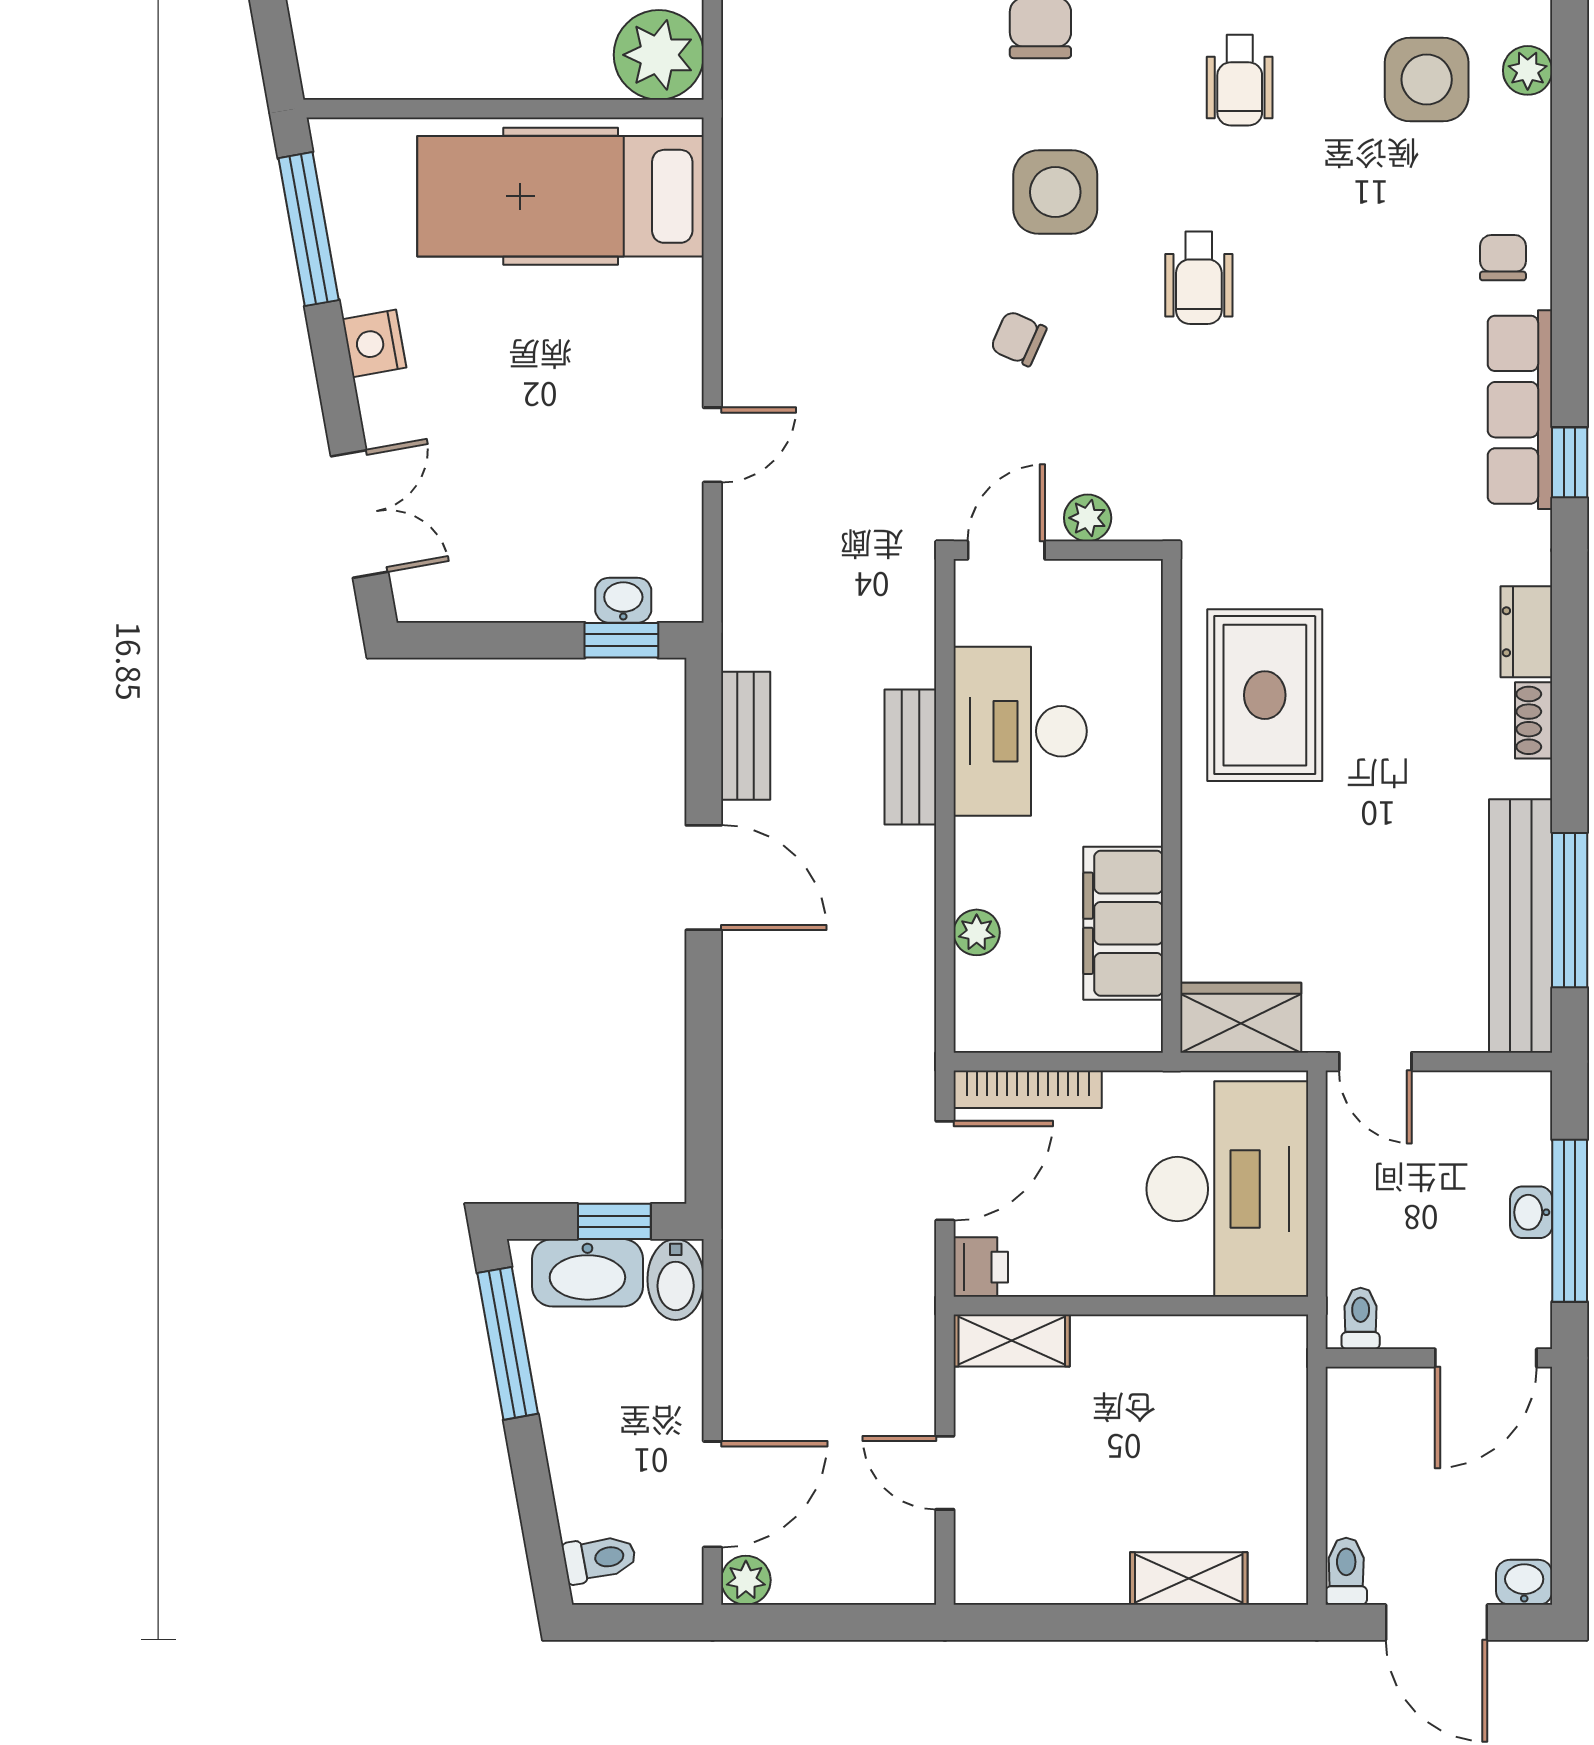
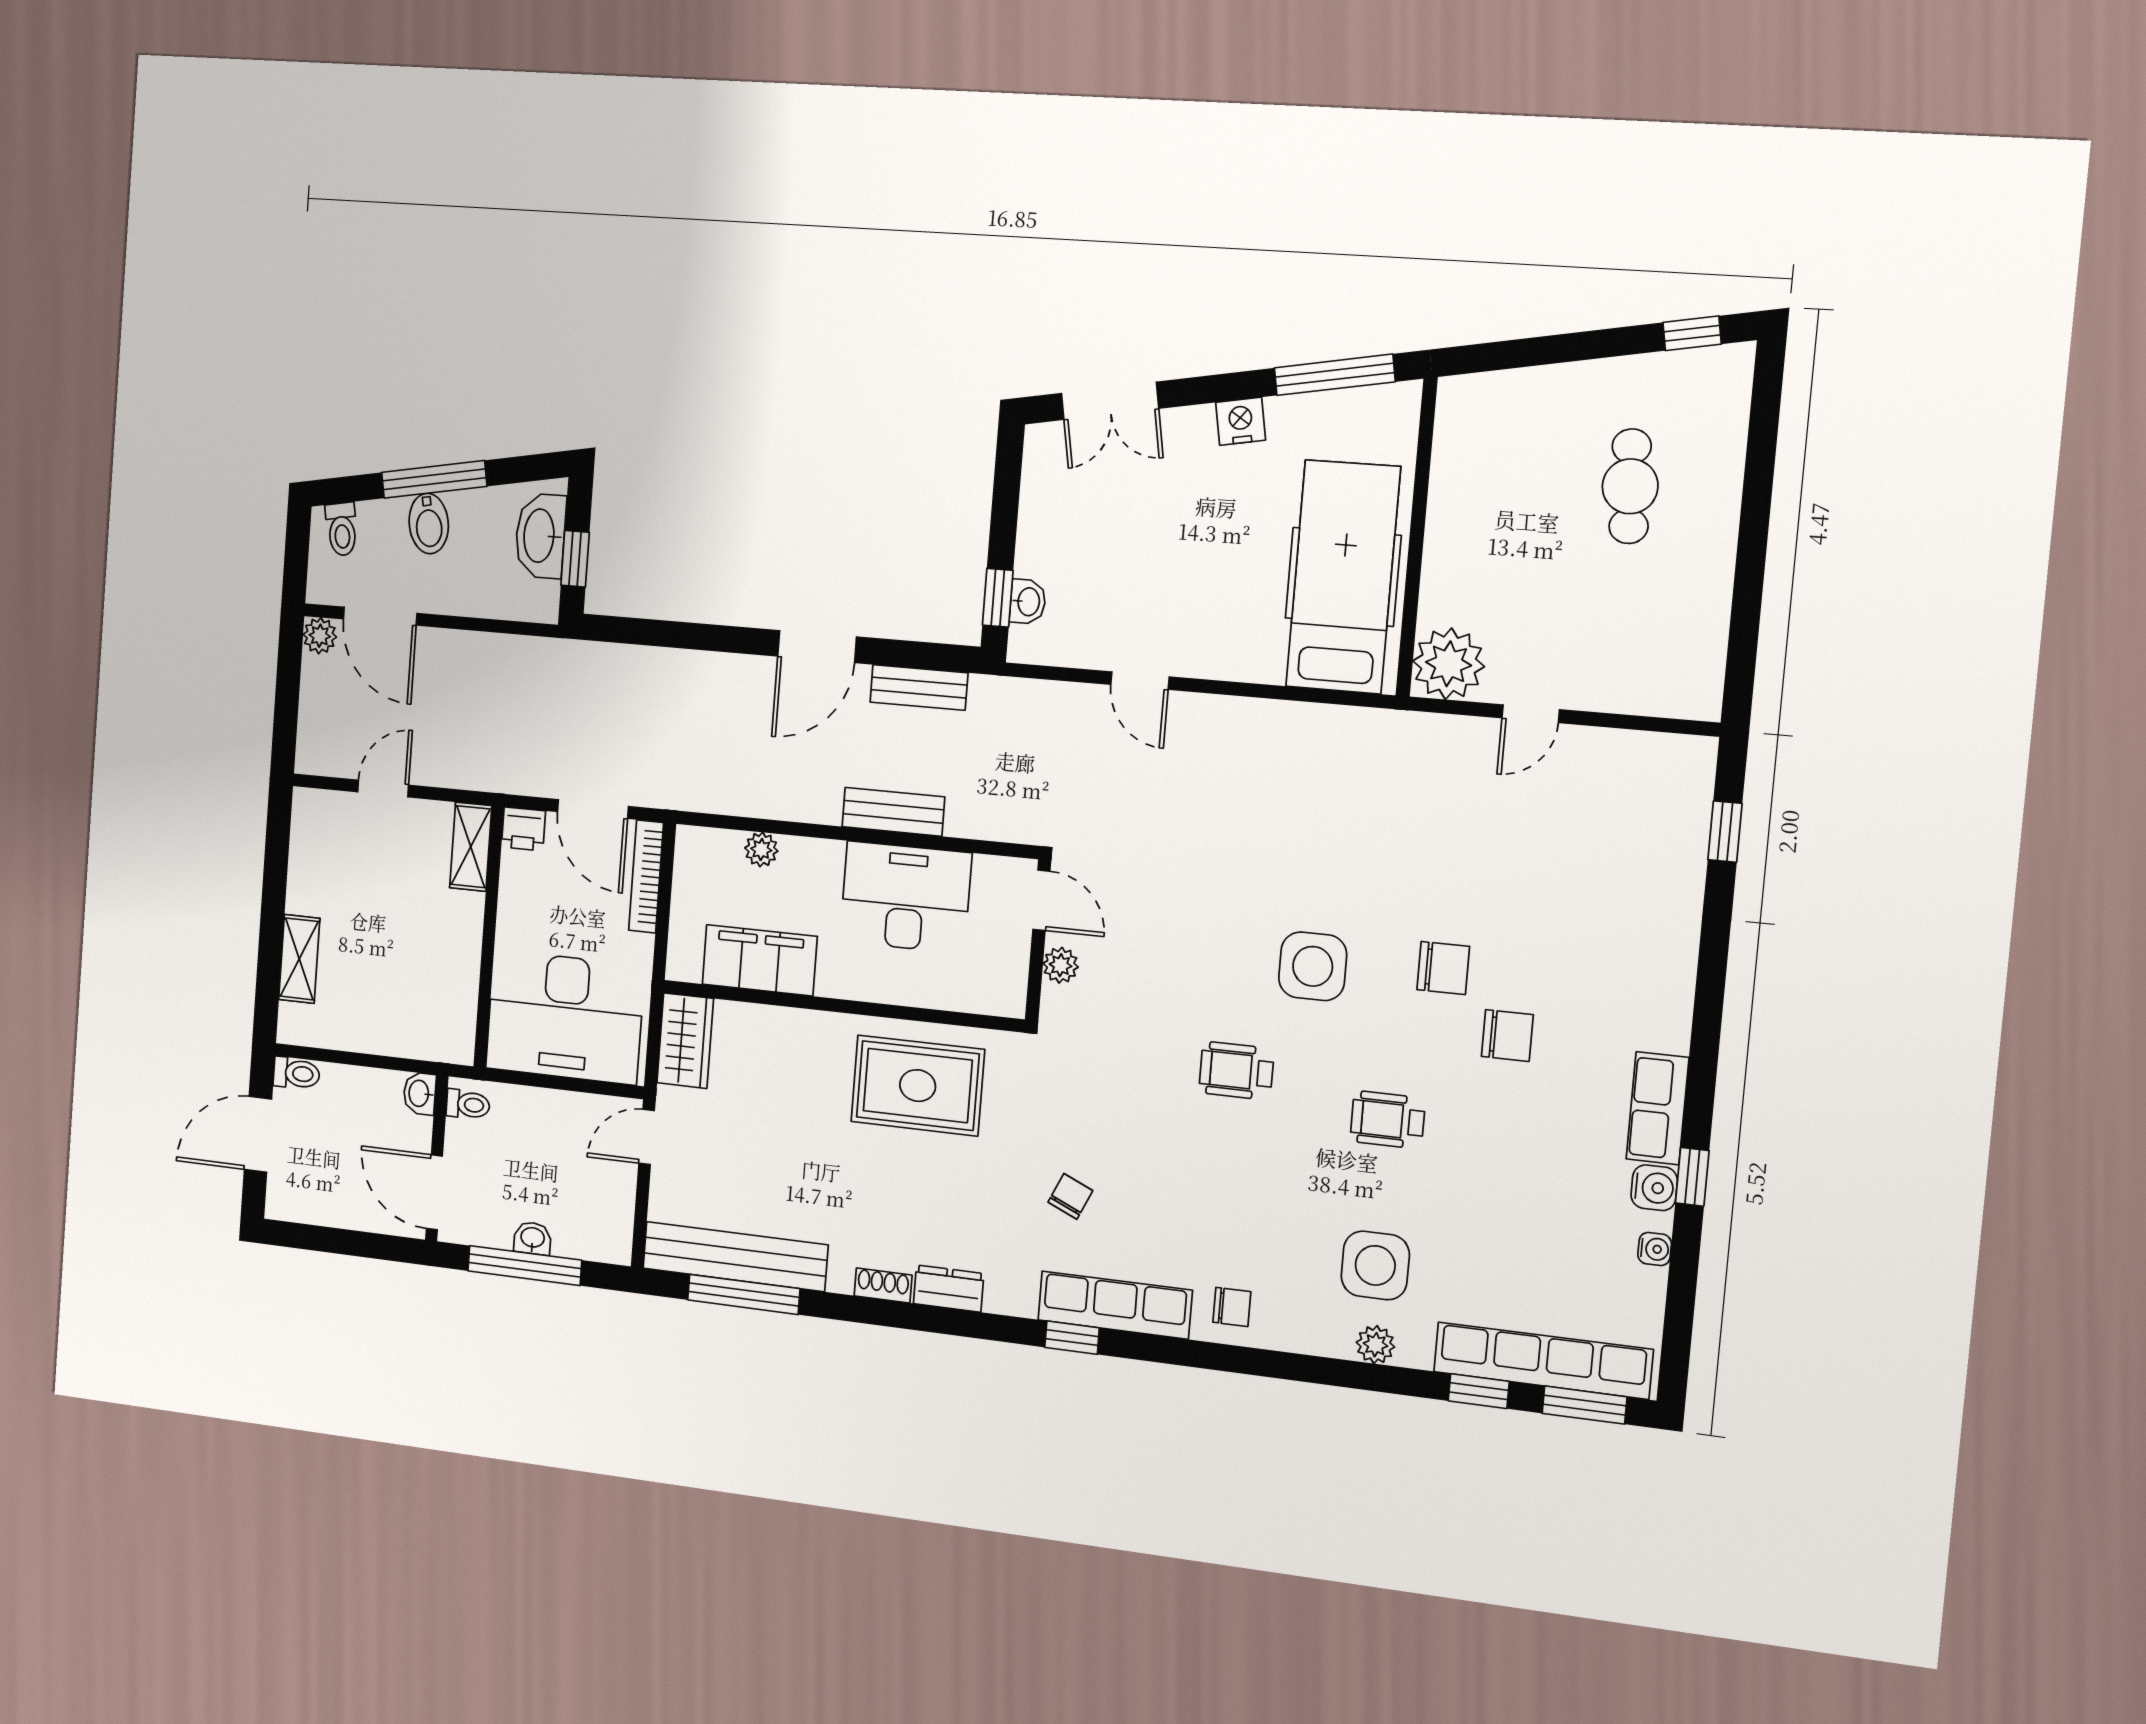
chair: (1018, 339) -> (1070, 1196), moved
bidet: (676, 1279) -> (429, 523), moved, turned -100
window: (508, 1343) -> (434, 479), moved
washbasin: (1524, 1582) -> (420, 1093), moved, turned 180

